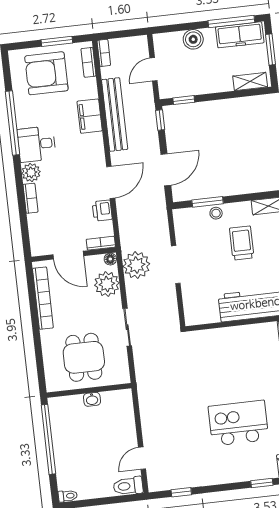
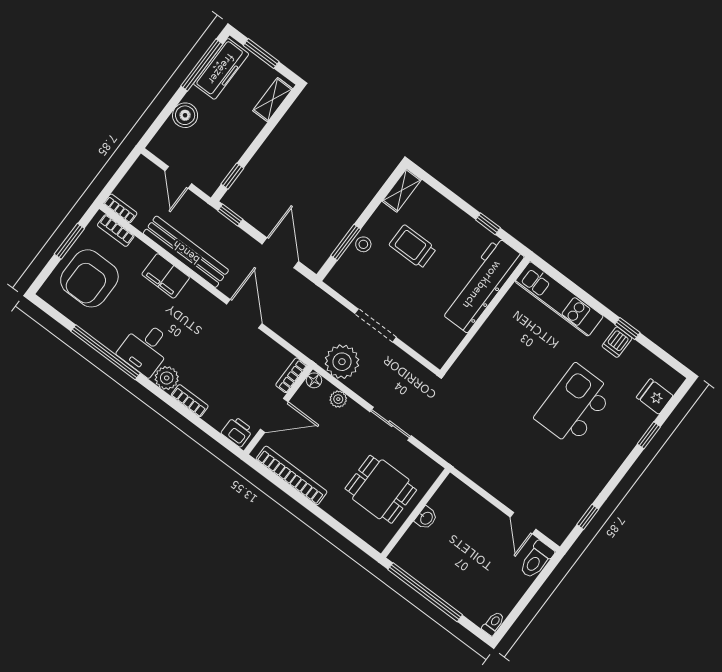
printer: (102, 211) -> (237, 431), moved, turned 180
plant: (107, 284) -> (338, 399), width x0.53, depth x0.53

